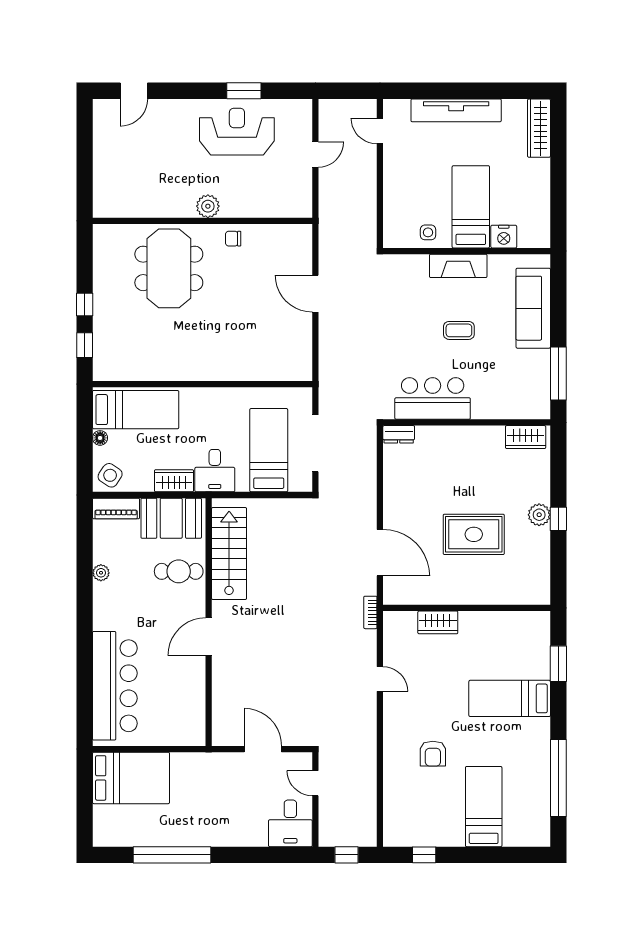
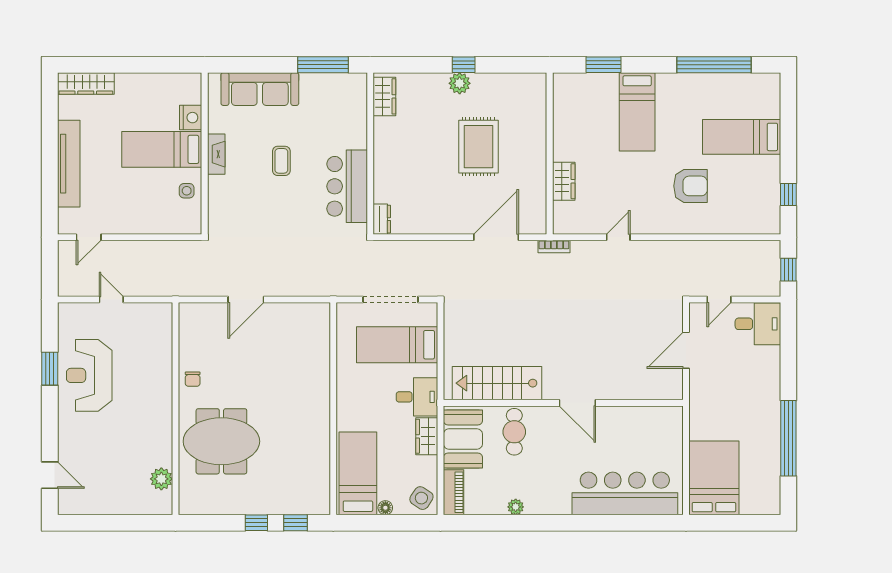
plant: (208, 206) -> (161, 479), moved
fireplace: (458, 266) -> (216, 154), width x0.73, depth x0.76
armchair: (433, 754) -> (690, 186), width x1.38, depth x1.38

